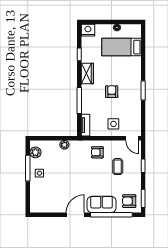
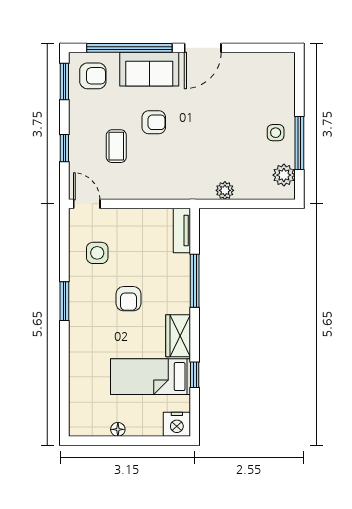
bed: (121, 47) -> (150, 377), moved, turned 180
side table: (113, 124) -> (97, 253), moved
armchair: (97, 152) -> (154, 122), moved

